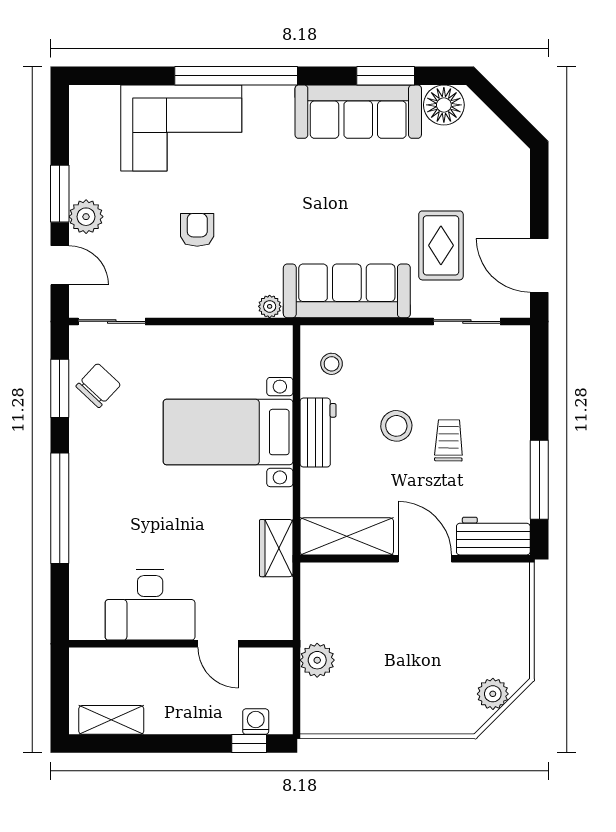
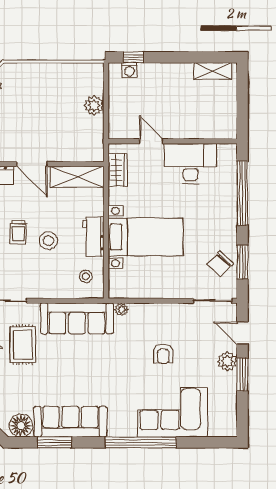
desk: (150, 605) -> (190, 164), moved
wall: (181, 644) -> (173, 141), moved
door: (218, 644) -> (151, 141), moved

